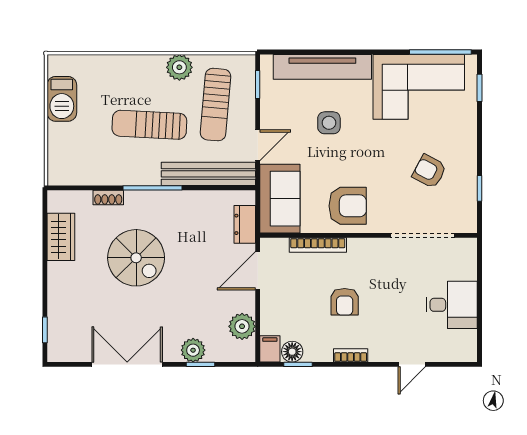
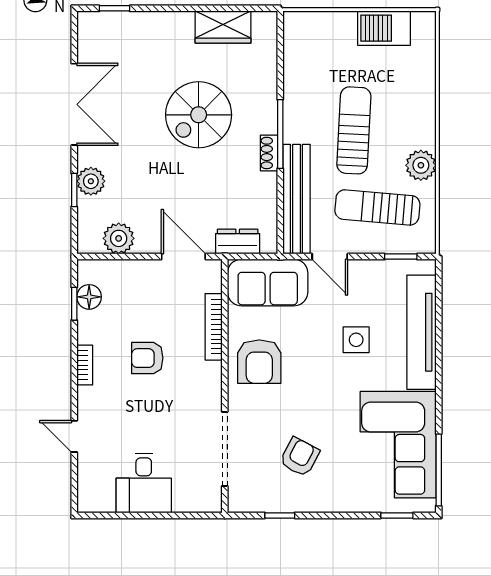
shoe rack: (108, 198) -> (269, 153), moved
filing cabinet: (270, 349) -> (92, 271), removed

